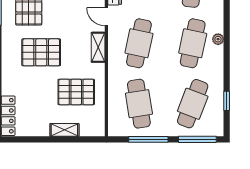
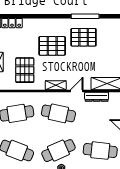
cafe table: (193, 43) -> (58, 151), turned -36
pallet: (41, 52) -> (52, 46), turned 90

